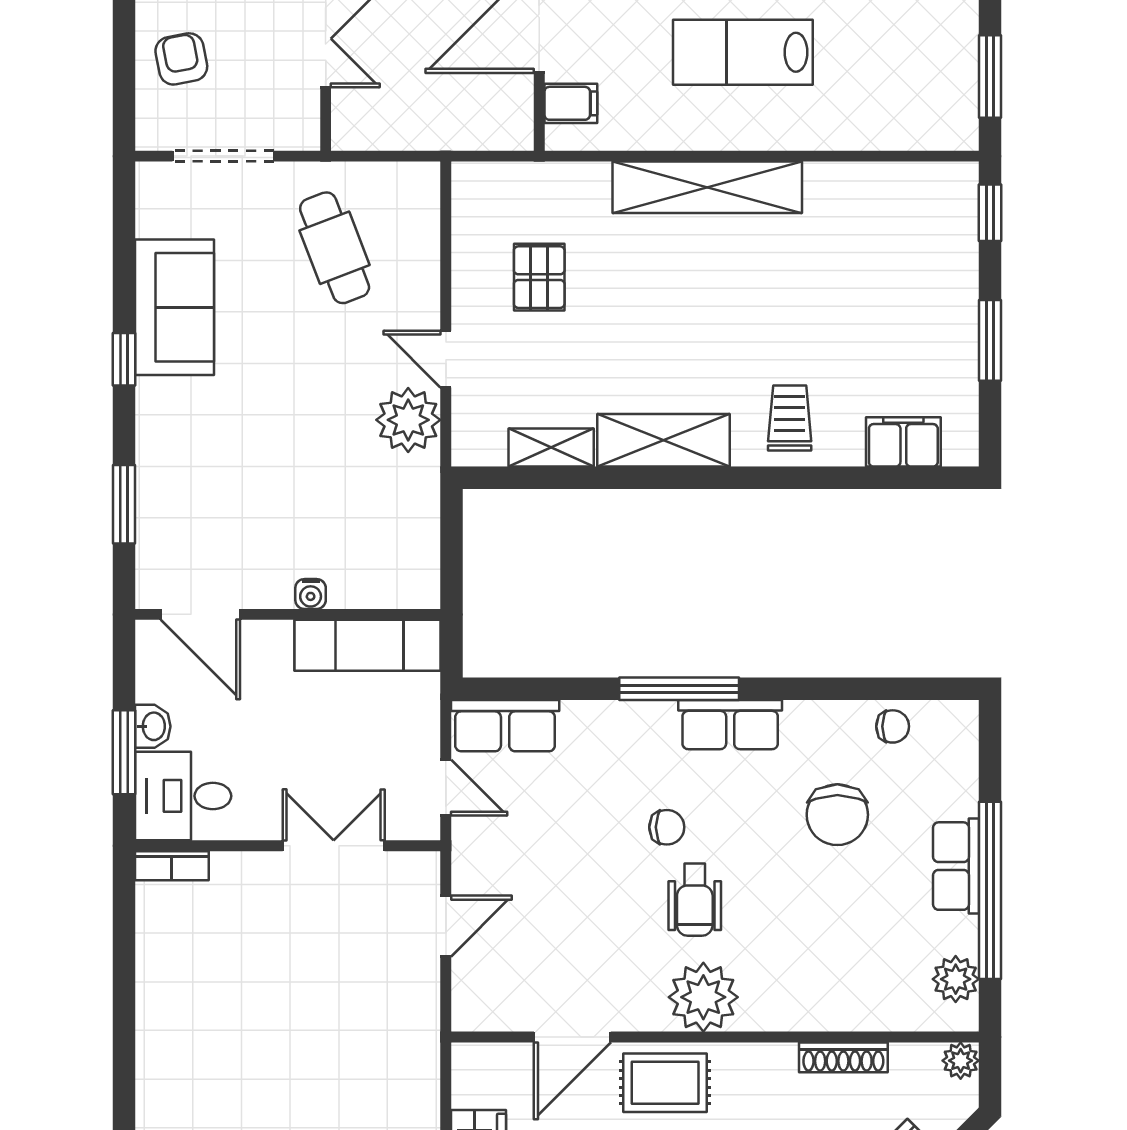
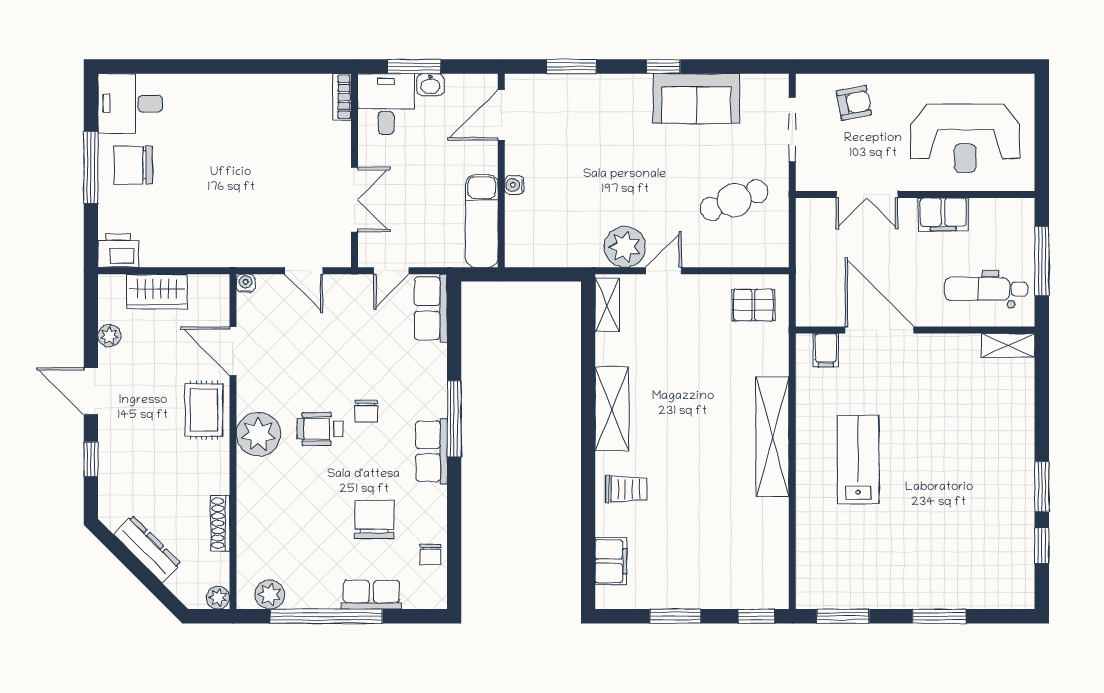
pallet: (539, 277) -> (753, 305), moved
shelving: (551, 448) -> (607, 305), moved
chair: (837, 815) -> (374, 519), turned 90
row of seats: (956, 866) -> (371, 595), moved
water cooler: (466, 1017) -> (246, 283), added

